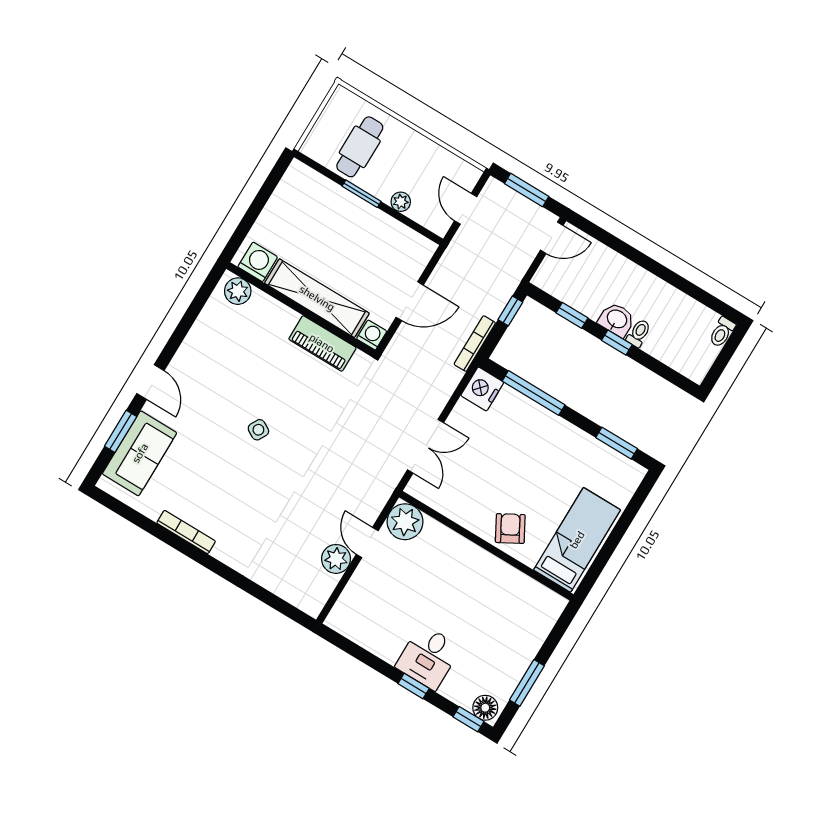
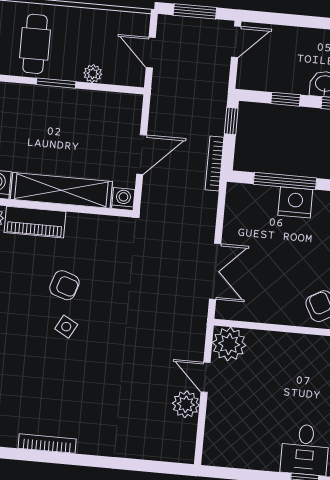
piano: (322, 343) -> (35, 222), moved
nightstand: (482, 389) -> (295, 202), moved, turned 90
armchair: (276, 390) -> (64, 285), added

